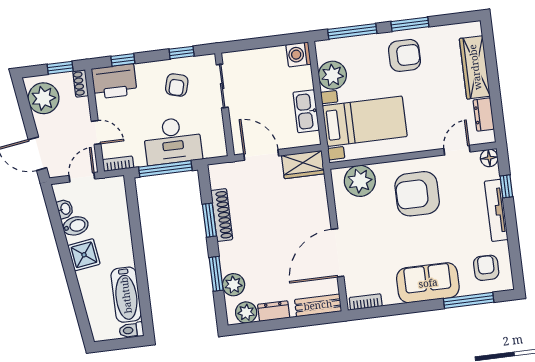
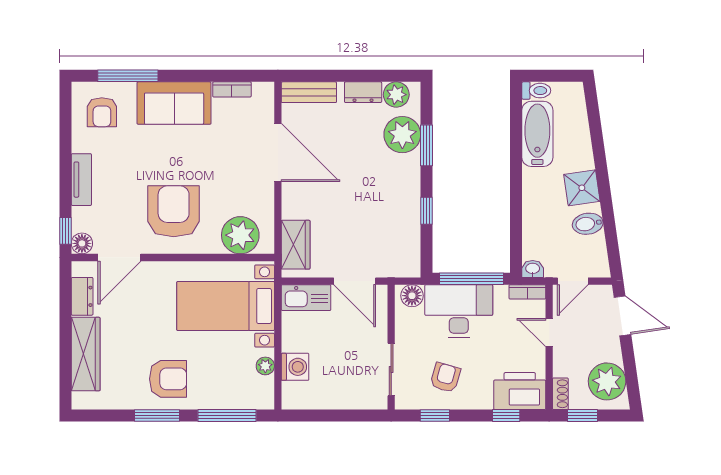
washing machine: (298, 54) -> (295, 367), moved
armchair: (405, 55) -> (168, 379), turned 180
plant: (332, 75) -> (265, 366), width x0.53, depth x0.53
kitchen sink: (306, 111) -> (306, 298), moved, turned 90
floor lamp: (213, 149) -> (412, 296), added
door: (457, 150) -> (119, 257), width x1.38
wardrobe: (303, 165) -> (296, 245), moved, turned 90
window: (506, 186) -> (66, 231), moved
armchair: (417, 194) -> (174, 211), turned -90
washbasin: (65, 209) -> (533, 269), moved, turned 98
tv unit: (496, 210) -> (81, 180), width x0.71
shoe rack: (222, 215) -> (411, 215), removed
window: (209, 220) -> (426, 211), width x0.67
door: (337, 253) -> (278, 153), hinge flipped
plant: (234, 285) -> (402, 135), width x1.36, depth x1.36
bookcase: (366, 302) -> (232, 89), moved

